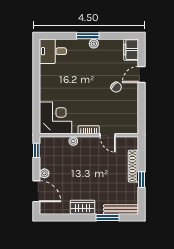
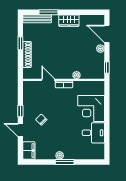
desk: (53, 51) -> (93, 133), moved
door: (141, 74) -> (20, 130), swing flipped
window: (141, 98) -> (20, 111), added
corner desk: (56, 118) -> (91, 109), moved

